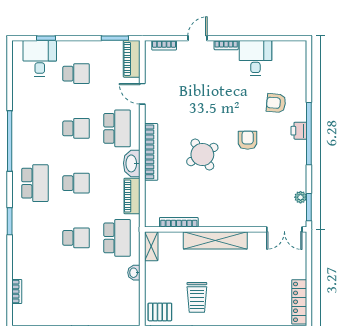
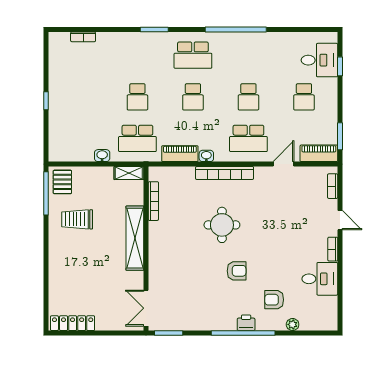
armchair: (276, 103) -> (274, 300), turned -95
round table: (202, 154) -> (222, 225), turned 32
washbasin: (132, 163) -> (206, 156), width x0.52, depth x0.69
plant: (301, 197) -> (293, 324), moved

